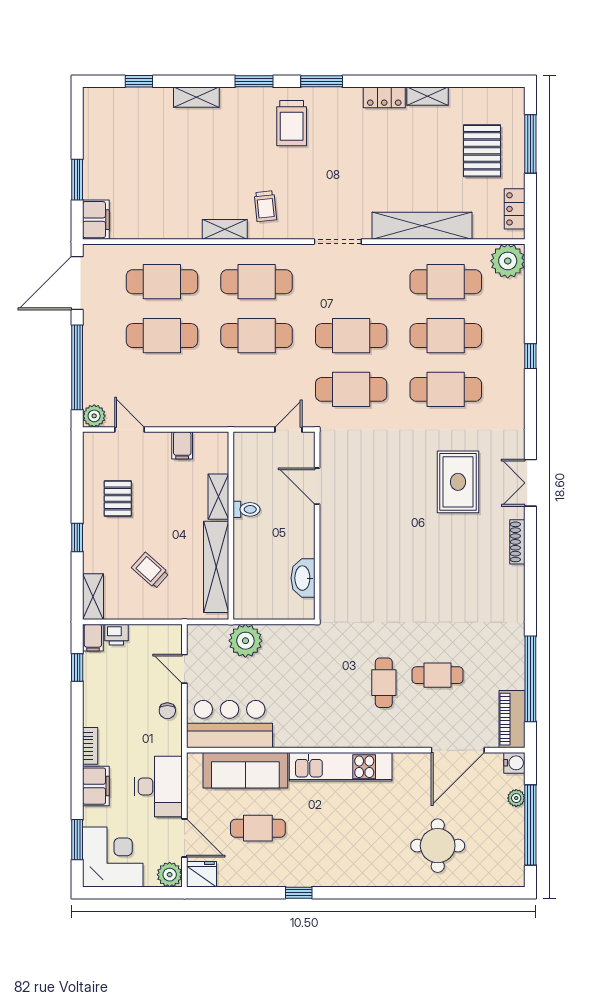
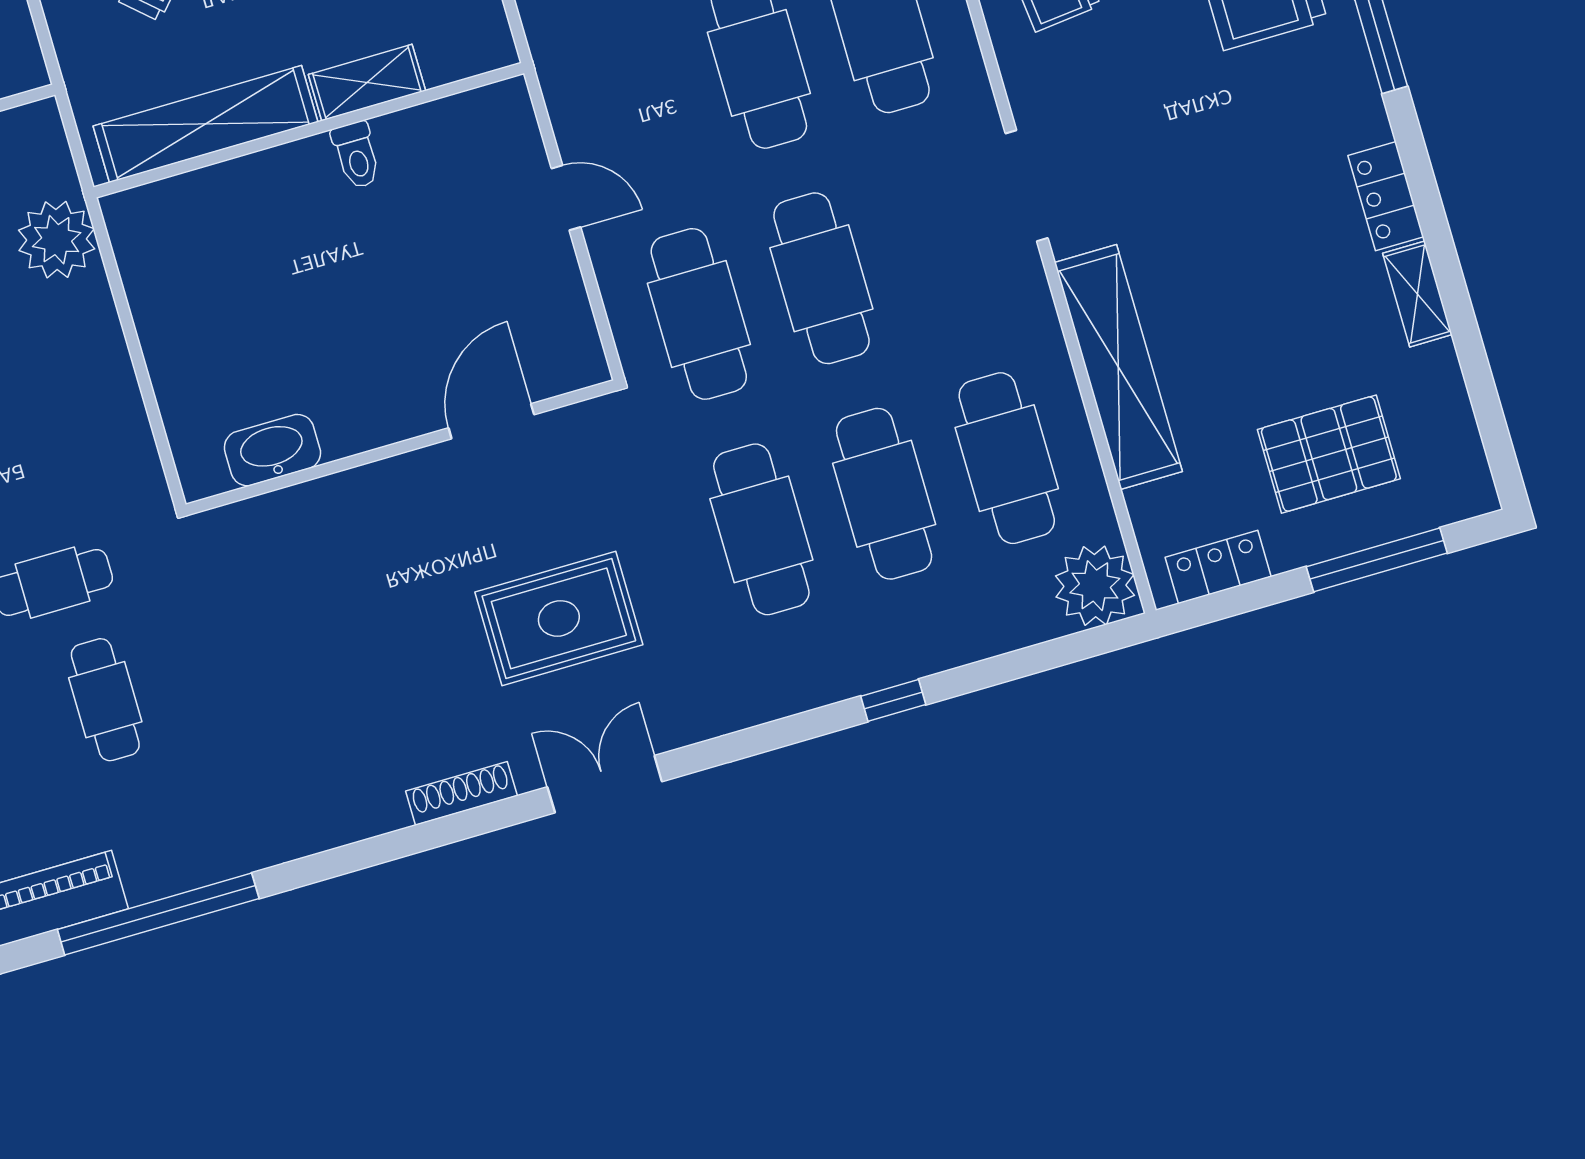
door: (317, 486) -> (491, 421), moved
wall: (317, 526) -> (401, 447), moved
washbasin: (303, 578) -> (272, 450), moved

